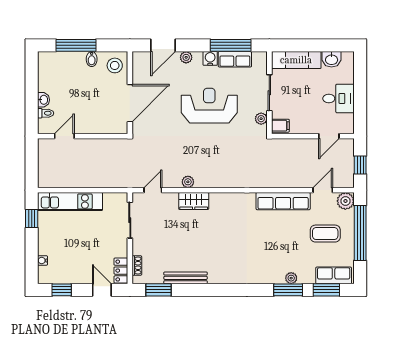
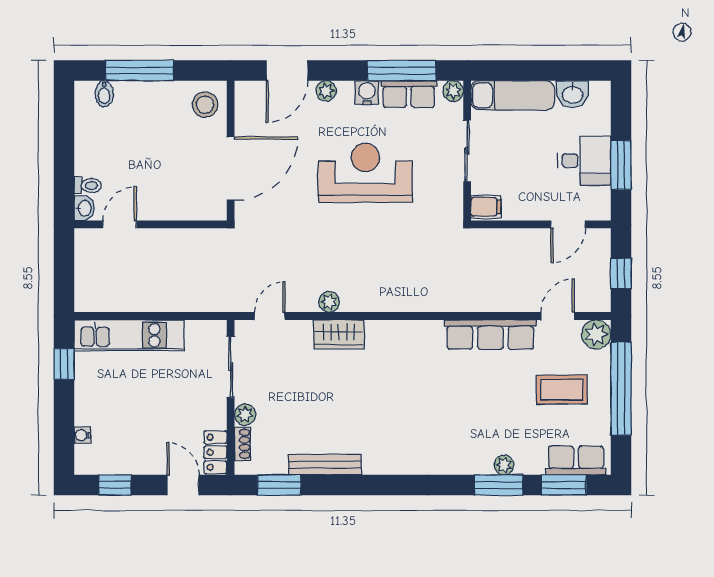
bidet: (92, 59) -> (104, 94), moved
washbasin: (43, 100) -> (84, 208), moved
window: (360, 101) -> (621, 165), added
plant: (261, 119) -> (453, 91), moved
plant: (138, 248) -> (245, 415), added

